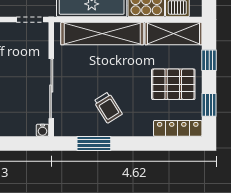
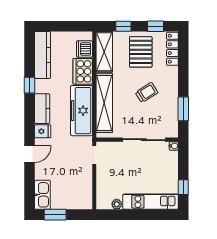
trolley: (108, 108) -> (147, 92), moved

